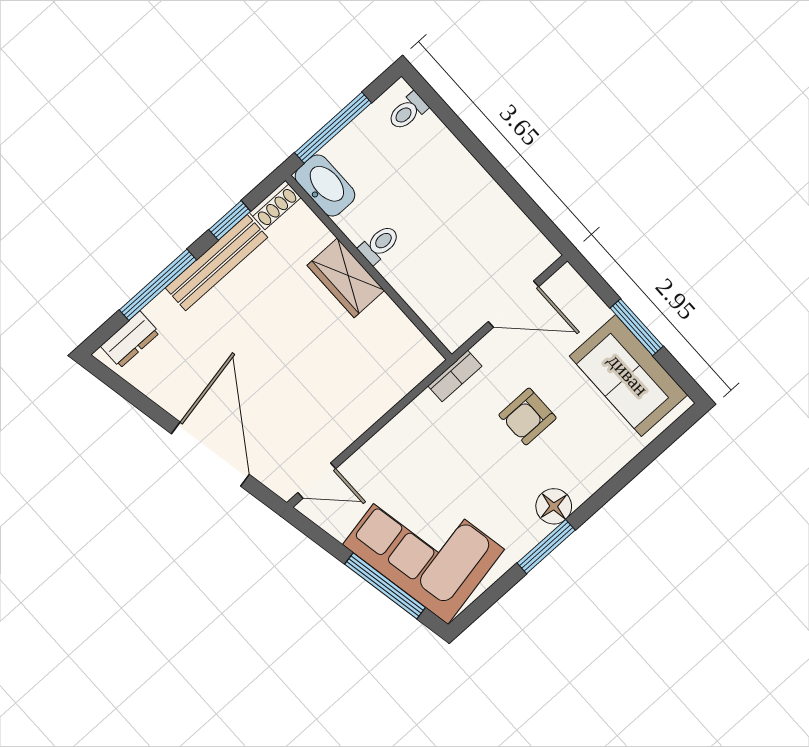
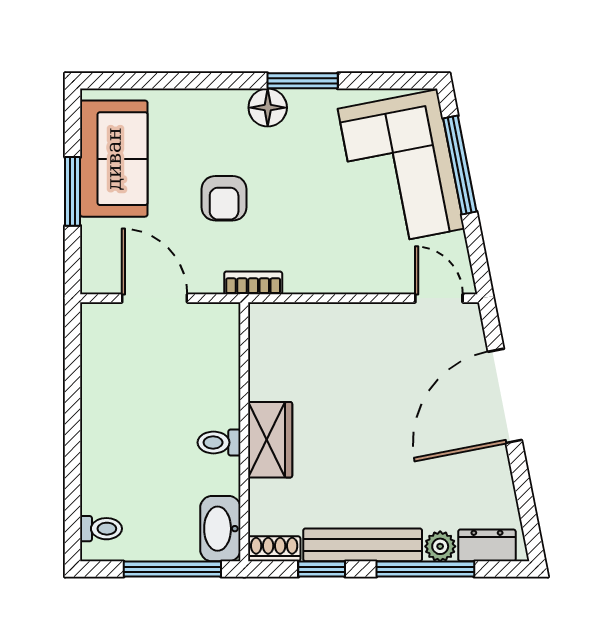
plant: (162, 310) -> (440, 546), added
armchair: (528, 416) -> (224, 198), turned 90

